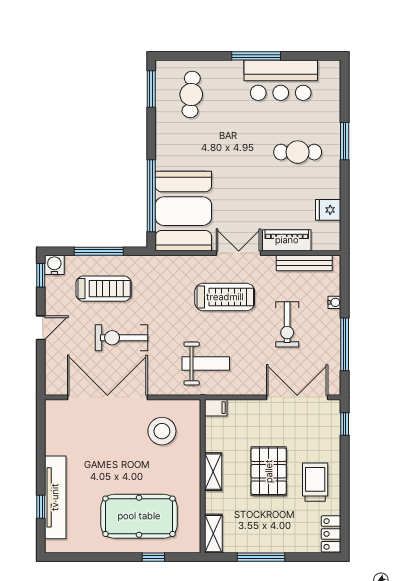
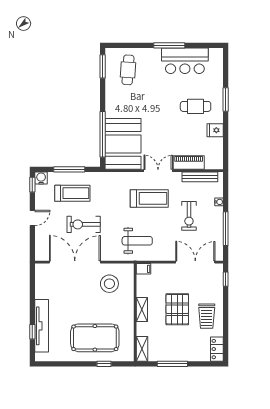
fridge: (328, 210) -> (215, 130), moved
trolley: (315, 482) -> (207, 316), turned 180

